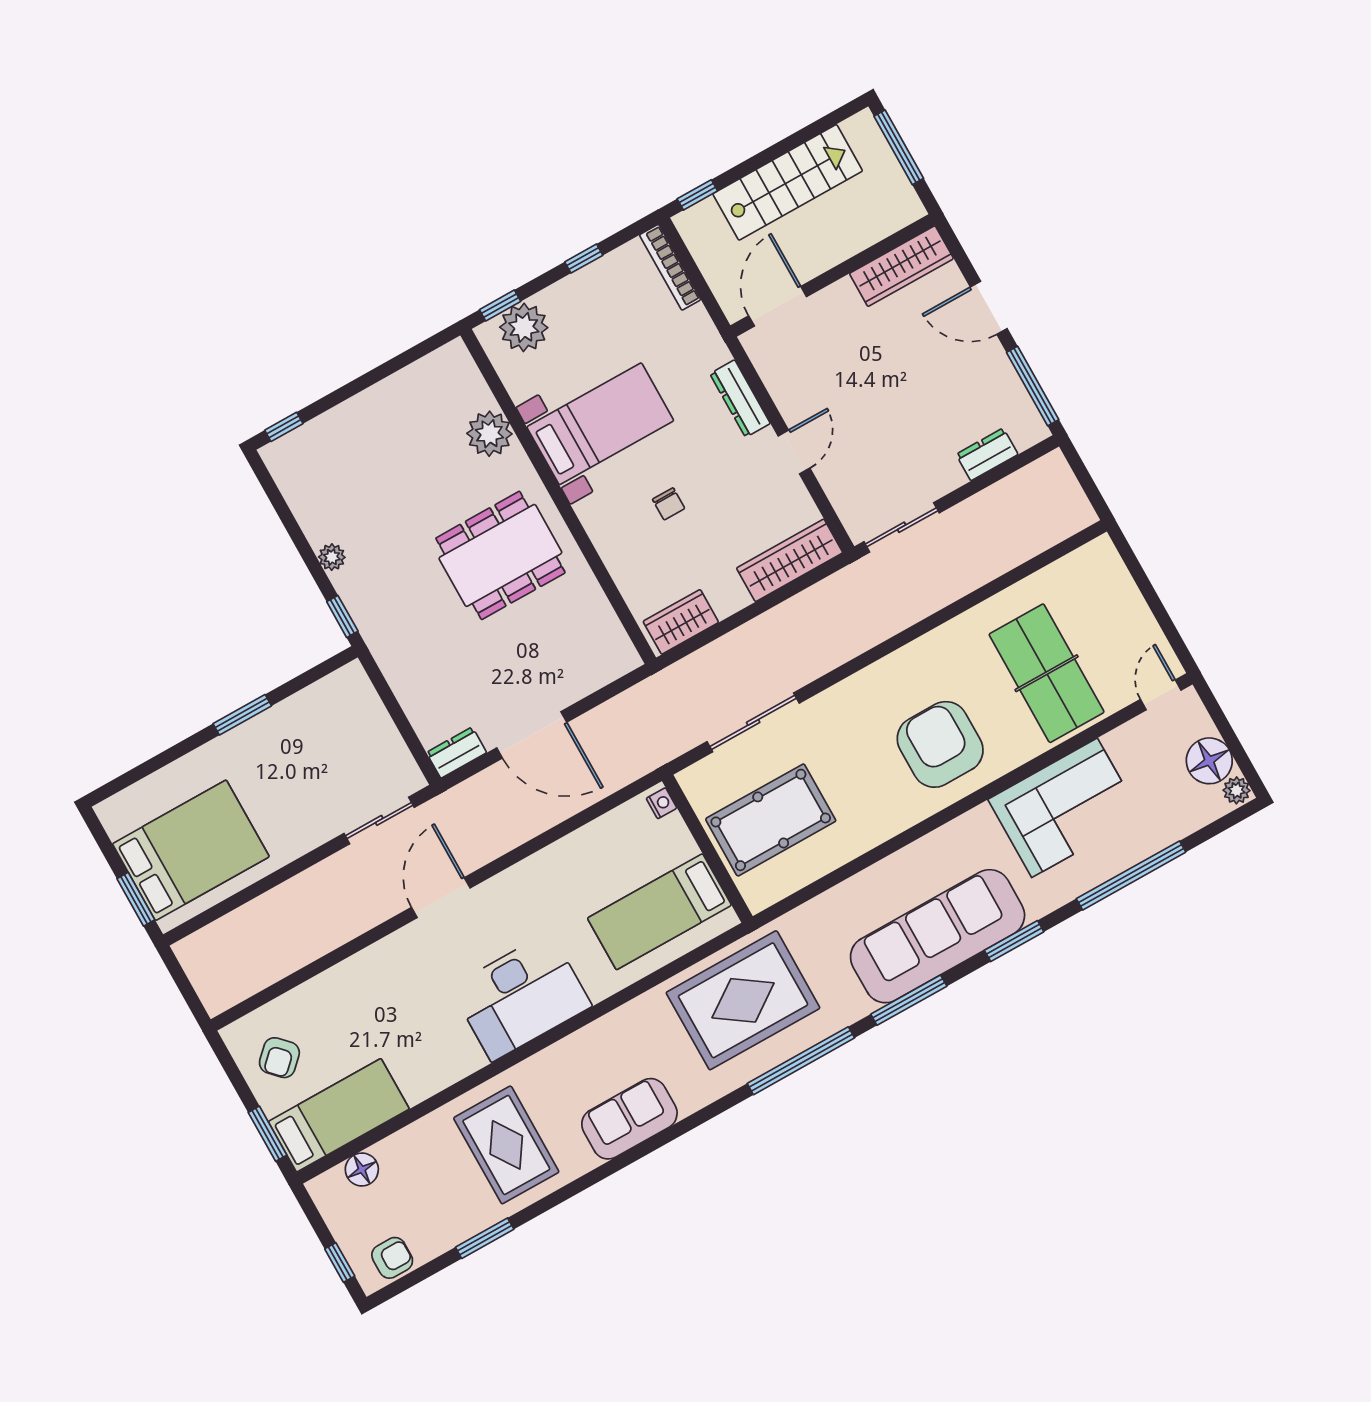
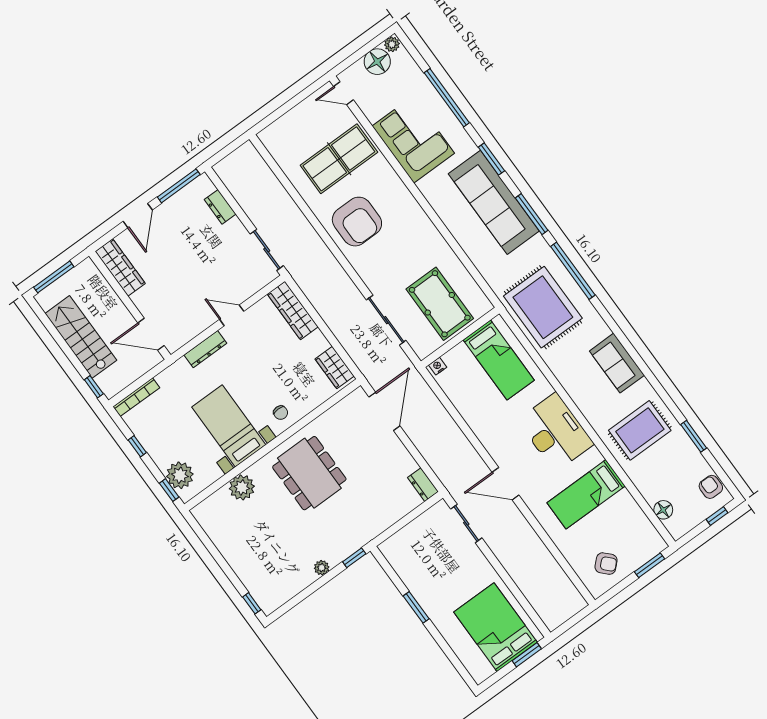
chair: (669, 504) -> (281, 413), moved, turned 90
door: (532, 735) -> (384, 411), moved
armchair: (940, 744) -> (357, 222), moved, turned -90
bed: (339, 1115) -> (586, 494), moved, turned -90

